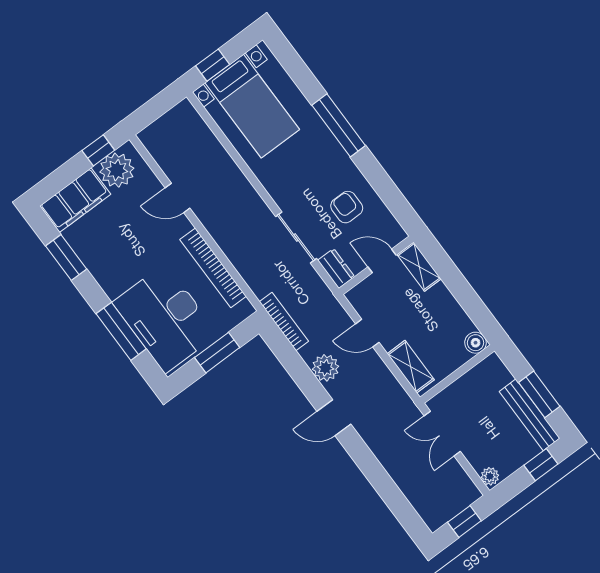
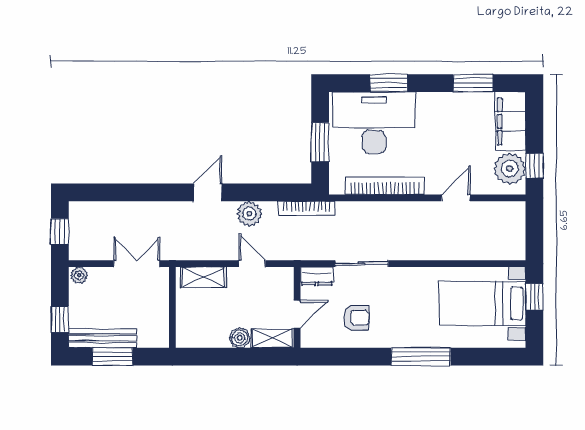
window: (121, 331) -> (389, 83), width x0.69
door: (367, 333) -> (252, 264), hinge flipped
boiler: (476, 343) -> (240, 338), moved

